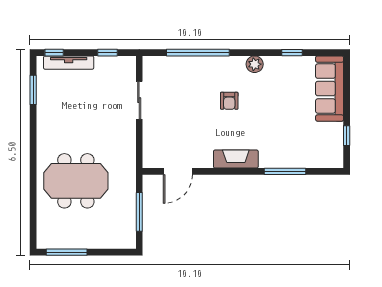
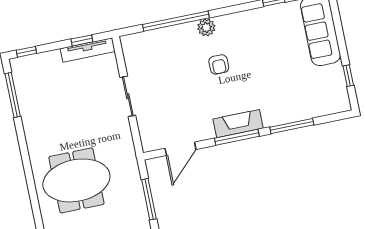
tv unit: (69, 63) -> (88, 50), moved
plant: (255, 64) -> (206, 27), moved
window: (33, 90) -> (13, 95), width x1.44
sliding door: (139, 100) -> (128, 96), moved
window: (232, 171) -> (237, 137), added

